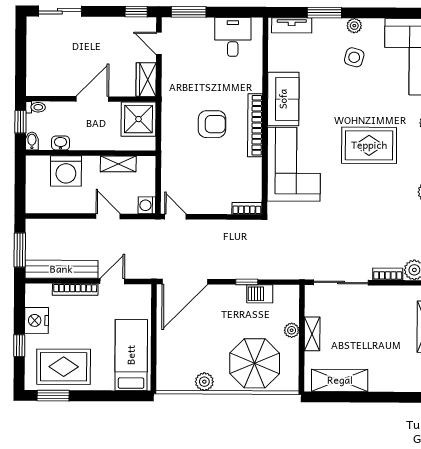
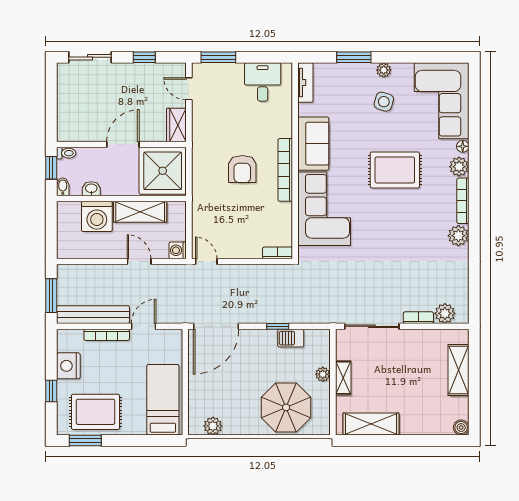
window: (136, 12) -> (144, 57), moved
tv unit: (292, 25) -> (305, 82), moved, turned -90
shower: (139, 119) -> (163, 171), width x1.37, depth x1.37
armchair: (212, 124) -> (242, 169), turned 90
rug: (369, 145) -> (395, 170), moved
shelving: (118, 164) -> (140, 212), width x1.50, depth x1.33
plant: (204, 382) -> (213, 426), moved

